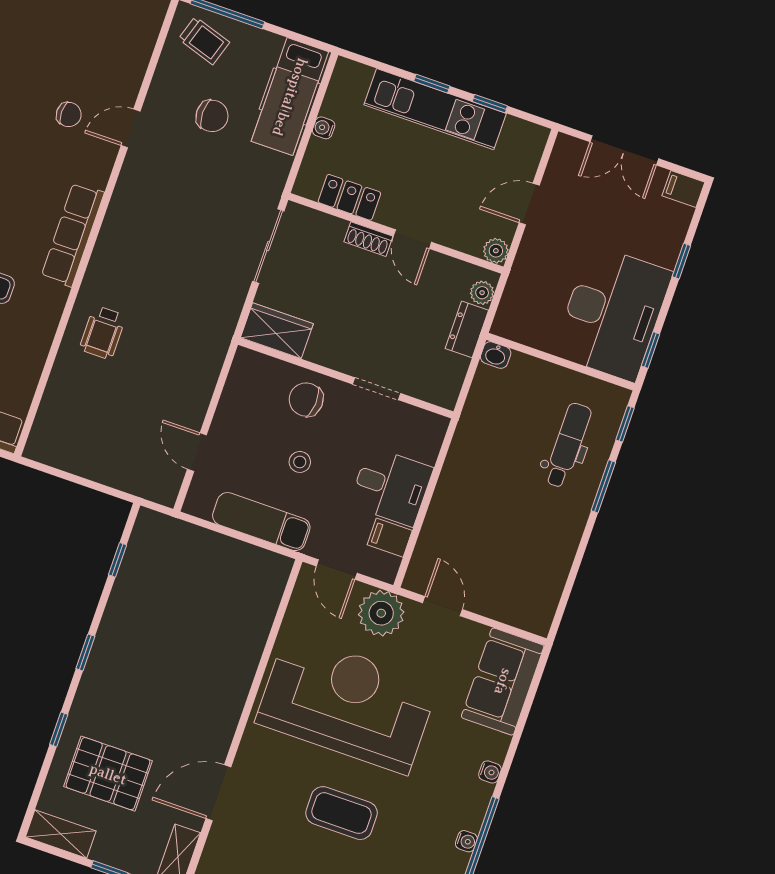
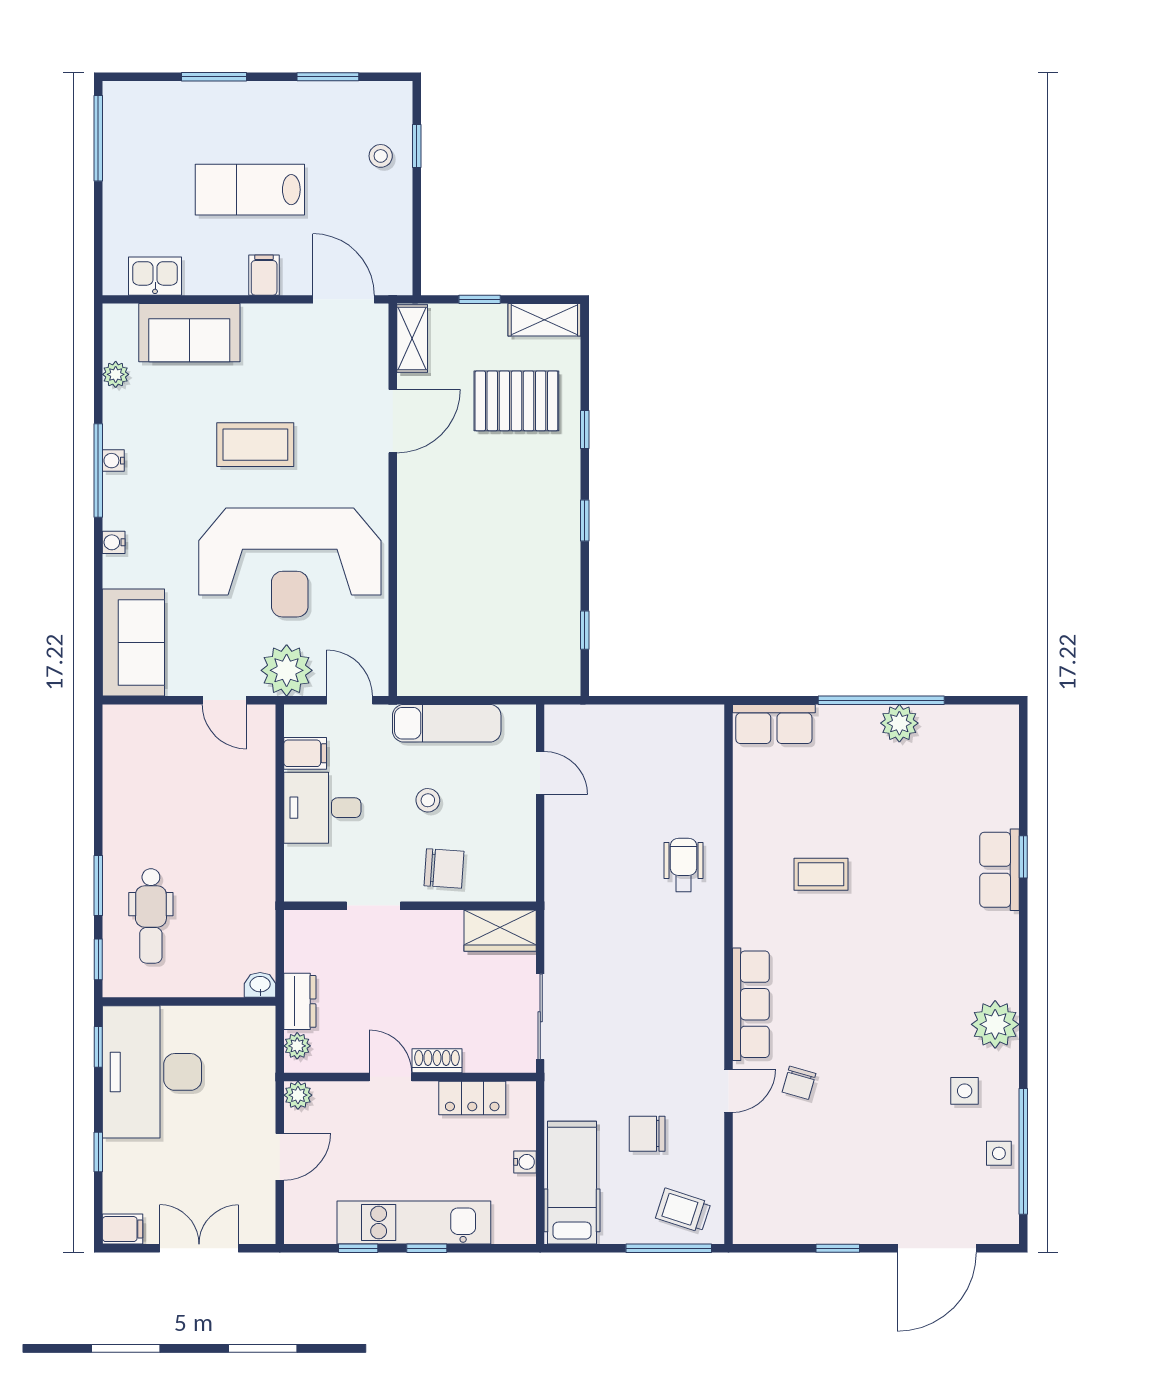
chair: (69, 114) -> (799, 1083), turned -74
row of seats: (73, 235) -> (751, 1004), moved

